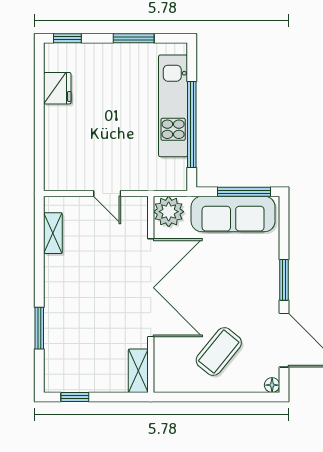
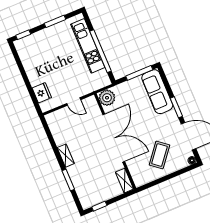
fridge: (57, 88) -> (42, 93), moved
sofa: (233, 214) -> (157, 92), moved, turned 90
shelving: (53, 233) -> (66, 156), moved

